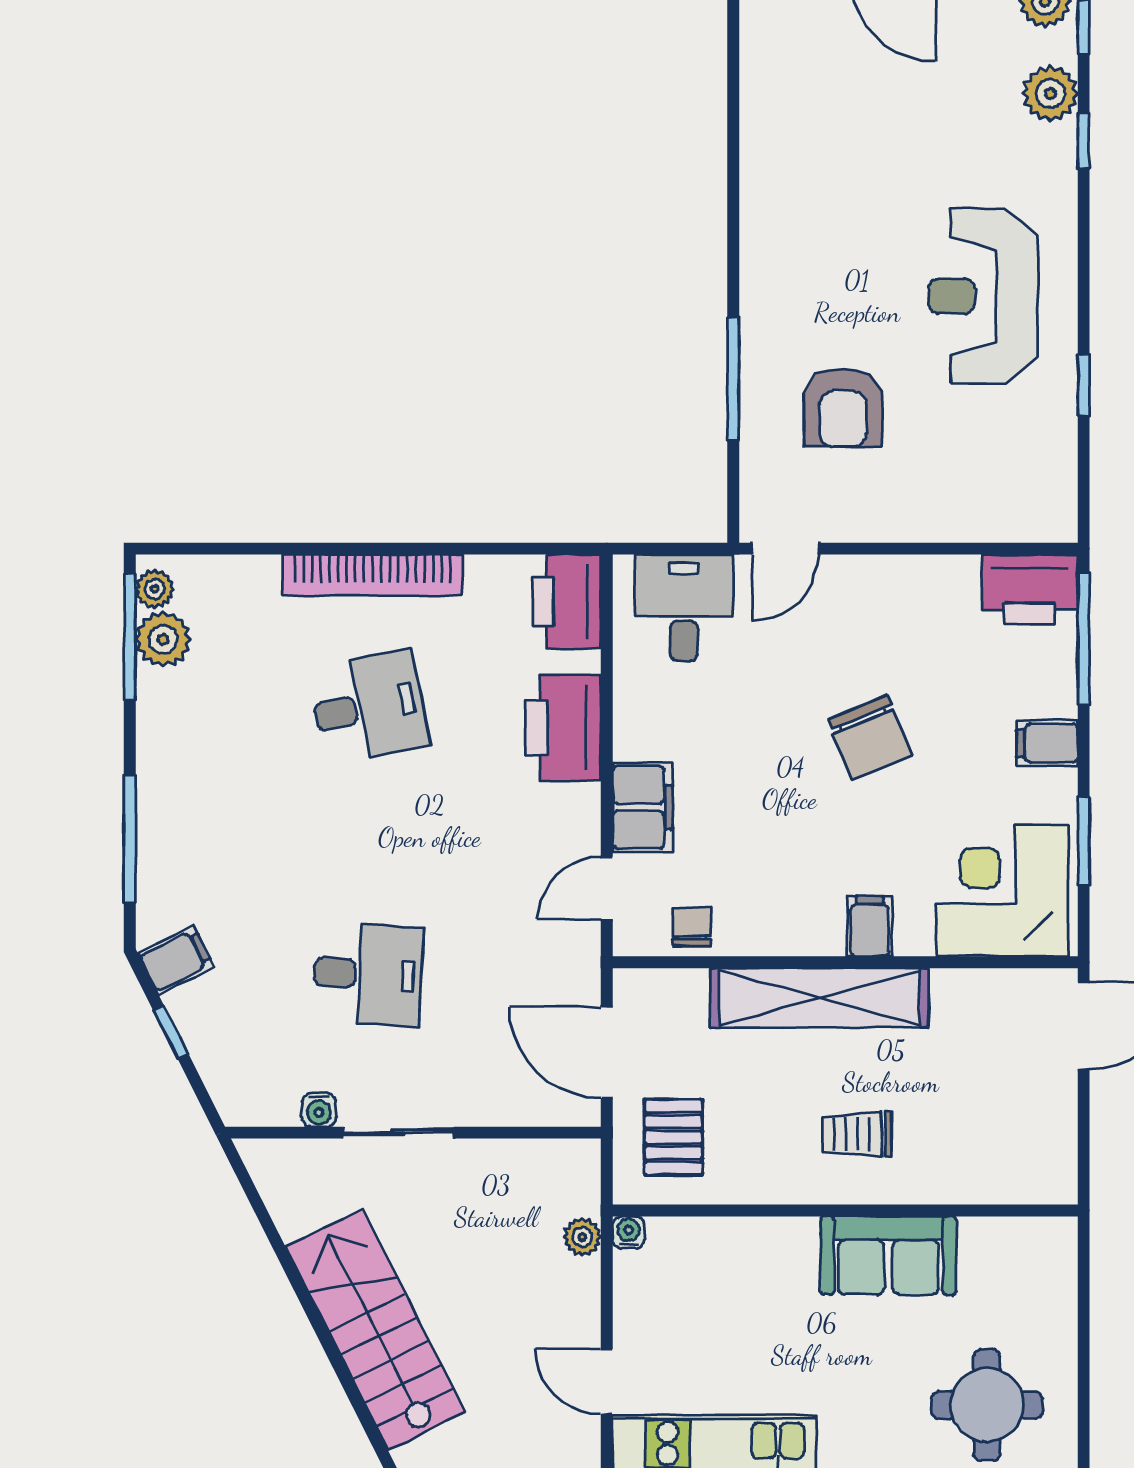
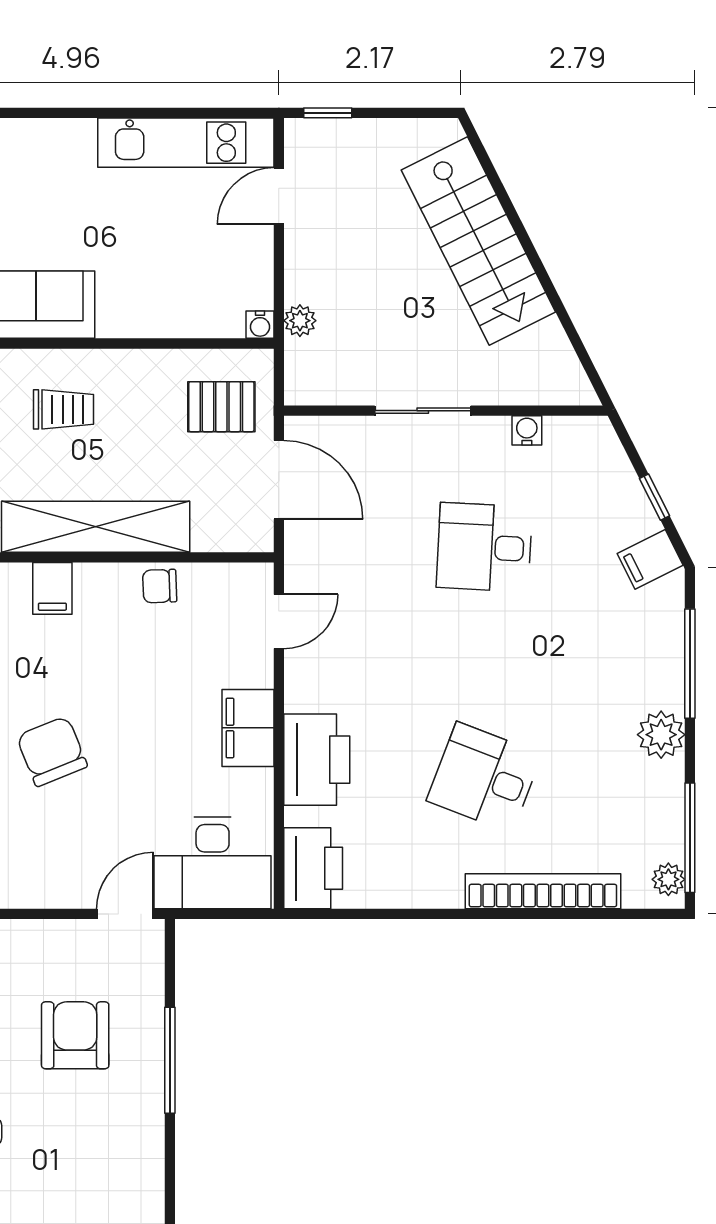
bookcase: (373, 575) -> (543, 891), moved
desk: (684, 608) -> (213, 863), width x1.37
plant: (163, 639) -> (661, 735), moved
desk: (368, 707) -> (484, 777), turned 33
filing cabinet: (643, 807) -> (248, 728), moved
chair: (692, 926) -> (160, 586), moved, turned 88
sliding door: (398, 1133) -> (423, 411), moved
pallet: (673, 1137) -> (221, 407), turned 90
door: (607, 1382) -> (279, 196), swing flipped

